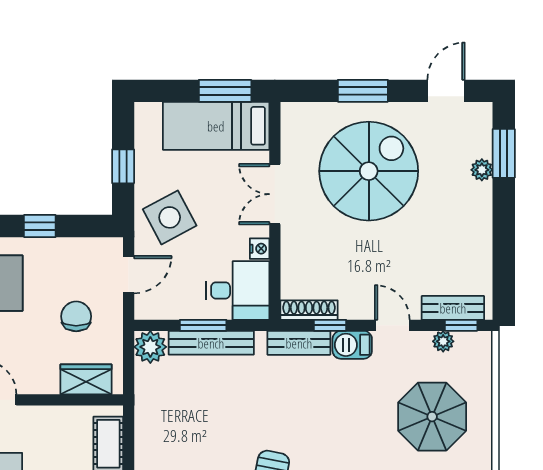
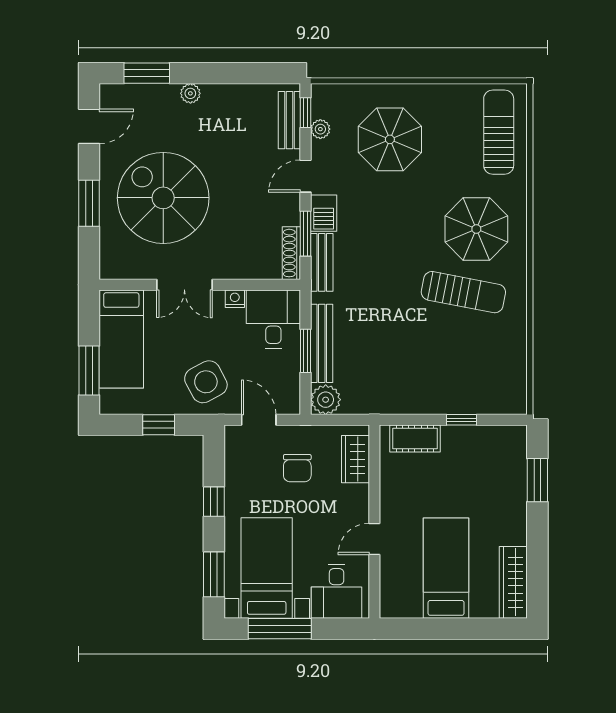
window: (225, 91) -> (89, 370), moved
door: (446, 91) -> (89, 126), swing flipped
plant: (482, 170) -> (190, 93), moved
chair: (76, 316) -> (297, 468), turned -90
window: (330, 325) -> (306, 234), width x1.50

